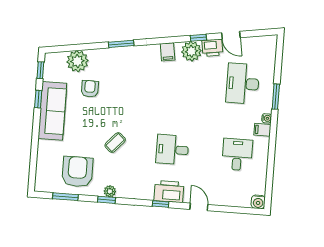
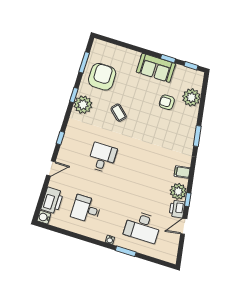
desk: (243, 84) -> (142, 227), turned 180
armchair: (90, 89) -> (167, 102), turned 180
sofa: (52, 111) -> (156, 68), width x0.73
filing cabinet: (262, 130) -> (101, 234), removed
desk: (237, 155) -> (86, 209), turned 180
armchair: (77, 172) -> (102, 77), turned -90
plant: (110, 191) -> (83, 105), width x1.88, depth x1.88
printer: (169, 192) -> (52, 201), moved

